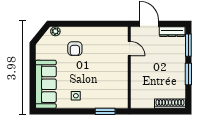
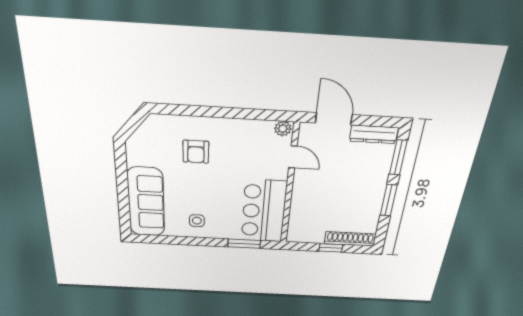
plant: (55, 31) -> (283, 129), moved
bar counter: (116, 86) -> (264, 211), added
window: (159, 111) -> (331, 248), added

